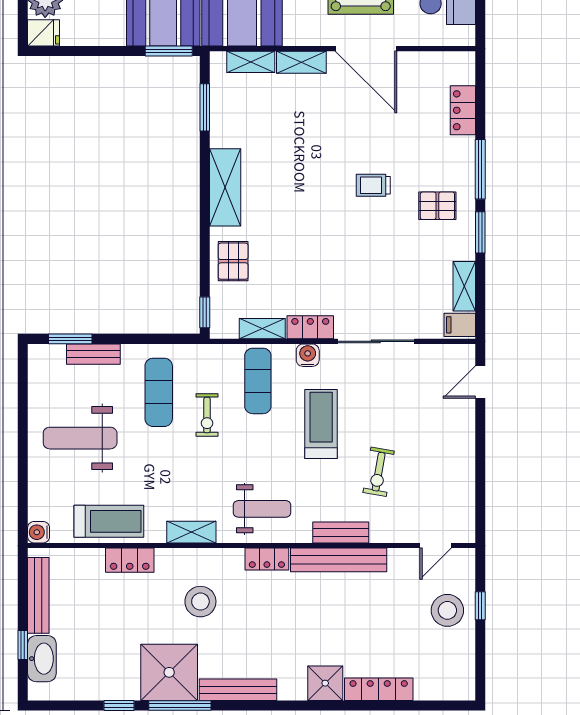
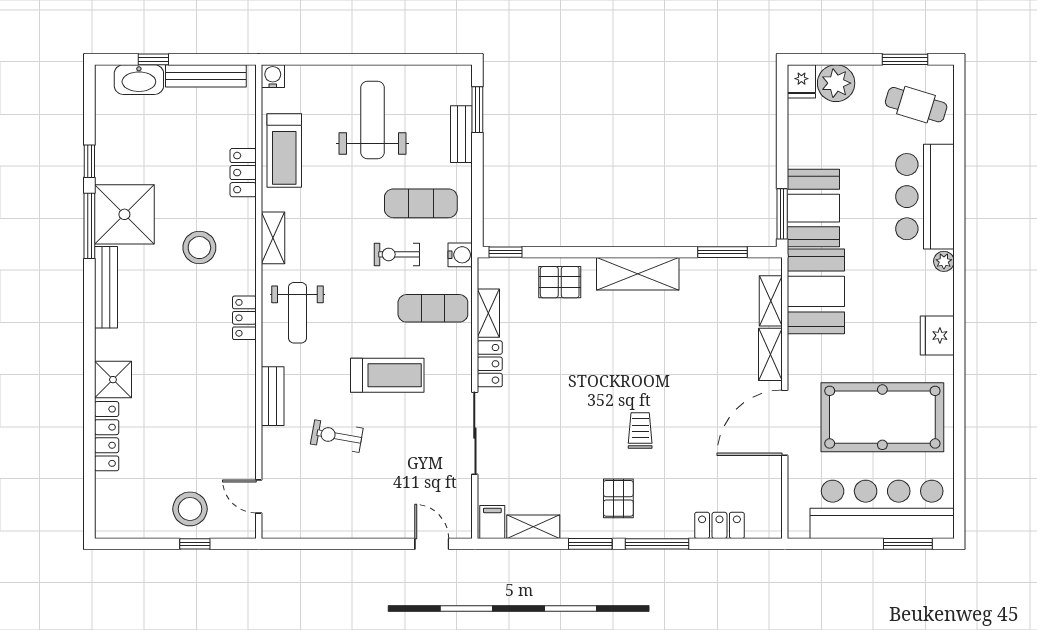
water cooler: (308, 355) -> (460, 255), moved
bench: (339, 560) -> (243, 394), removed

